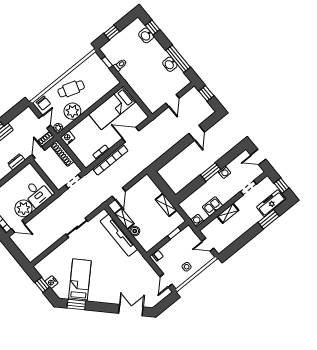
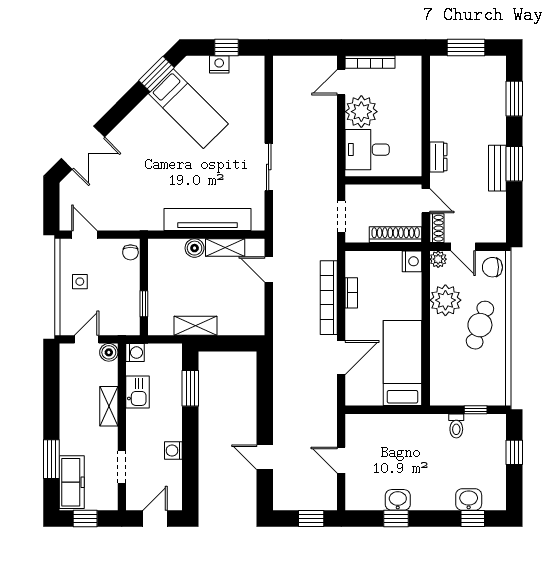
window: (178, 59) -> (396, 518), width x0.46
window: (211, 172) -> (190, 388), moved
boiler: (206, 231) -> (109, 352), added

